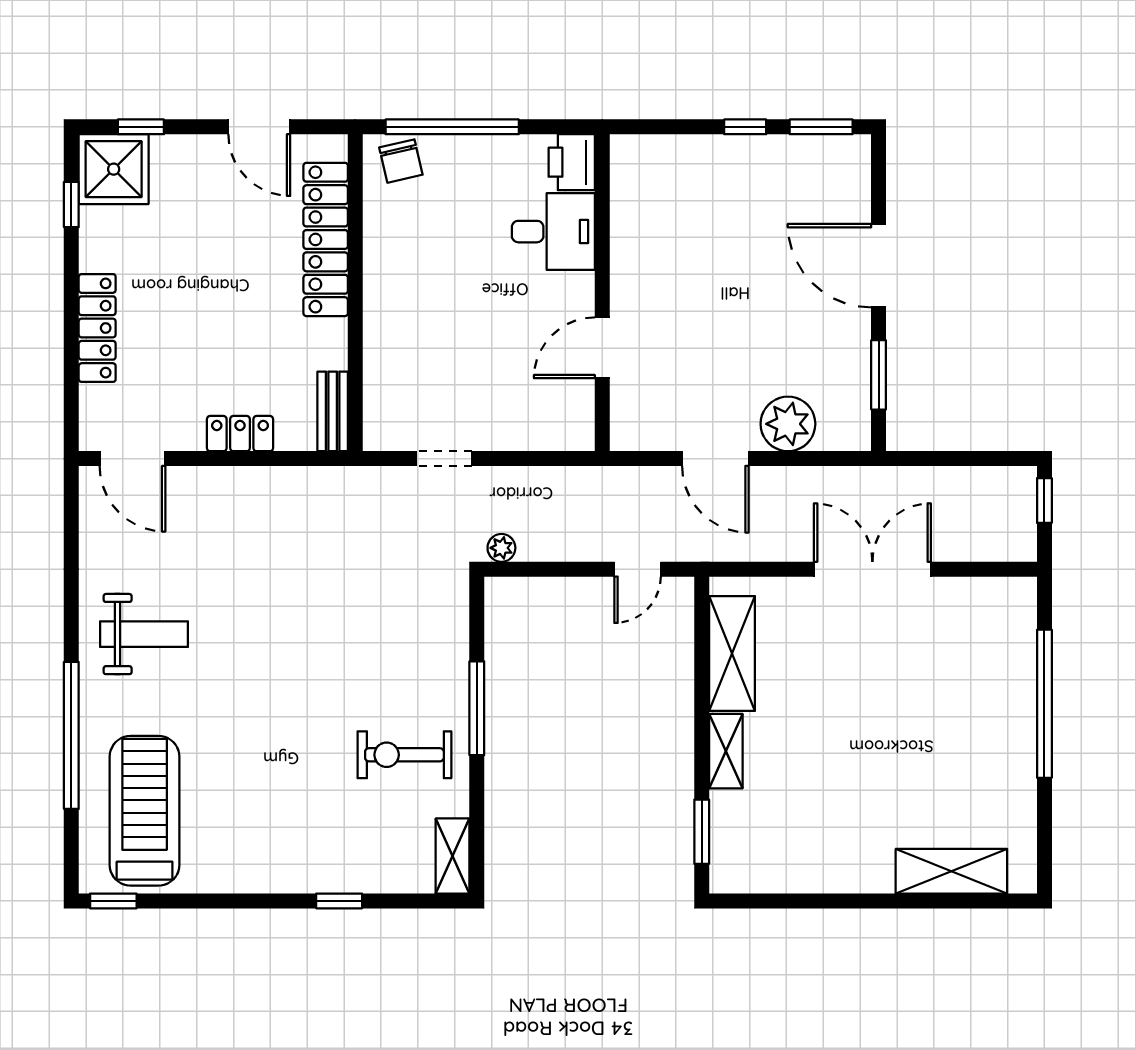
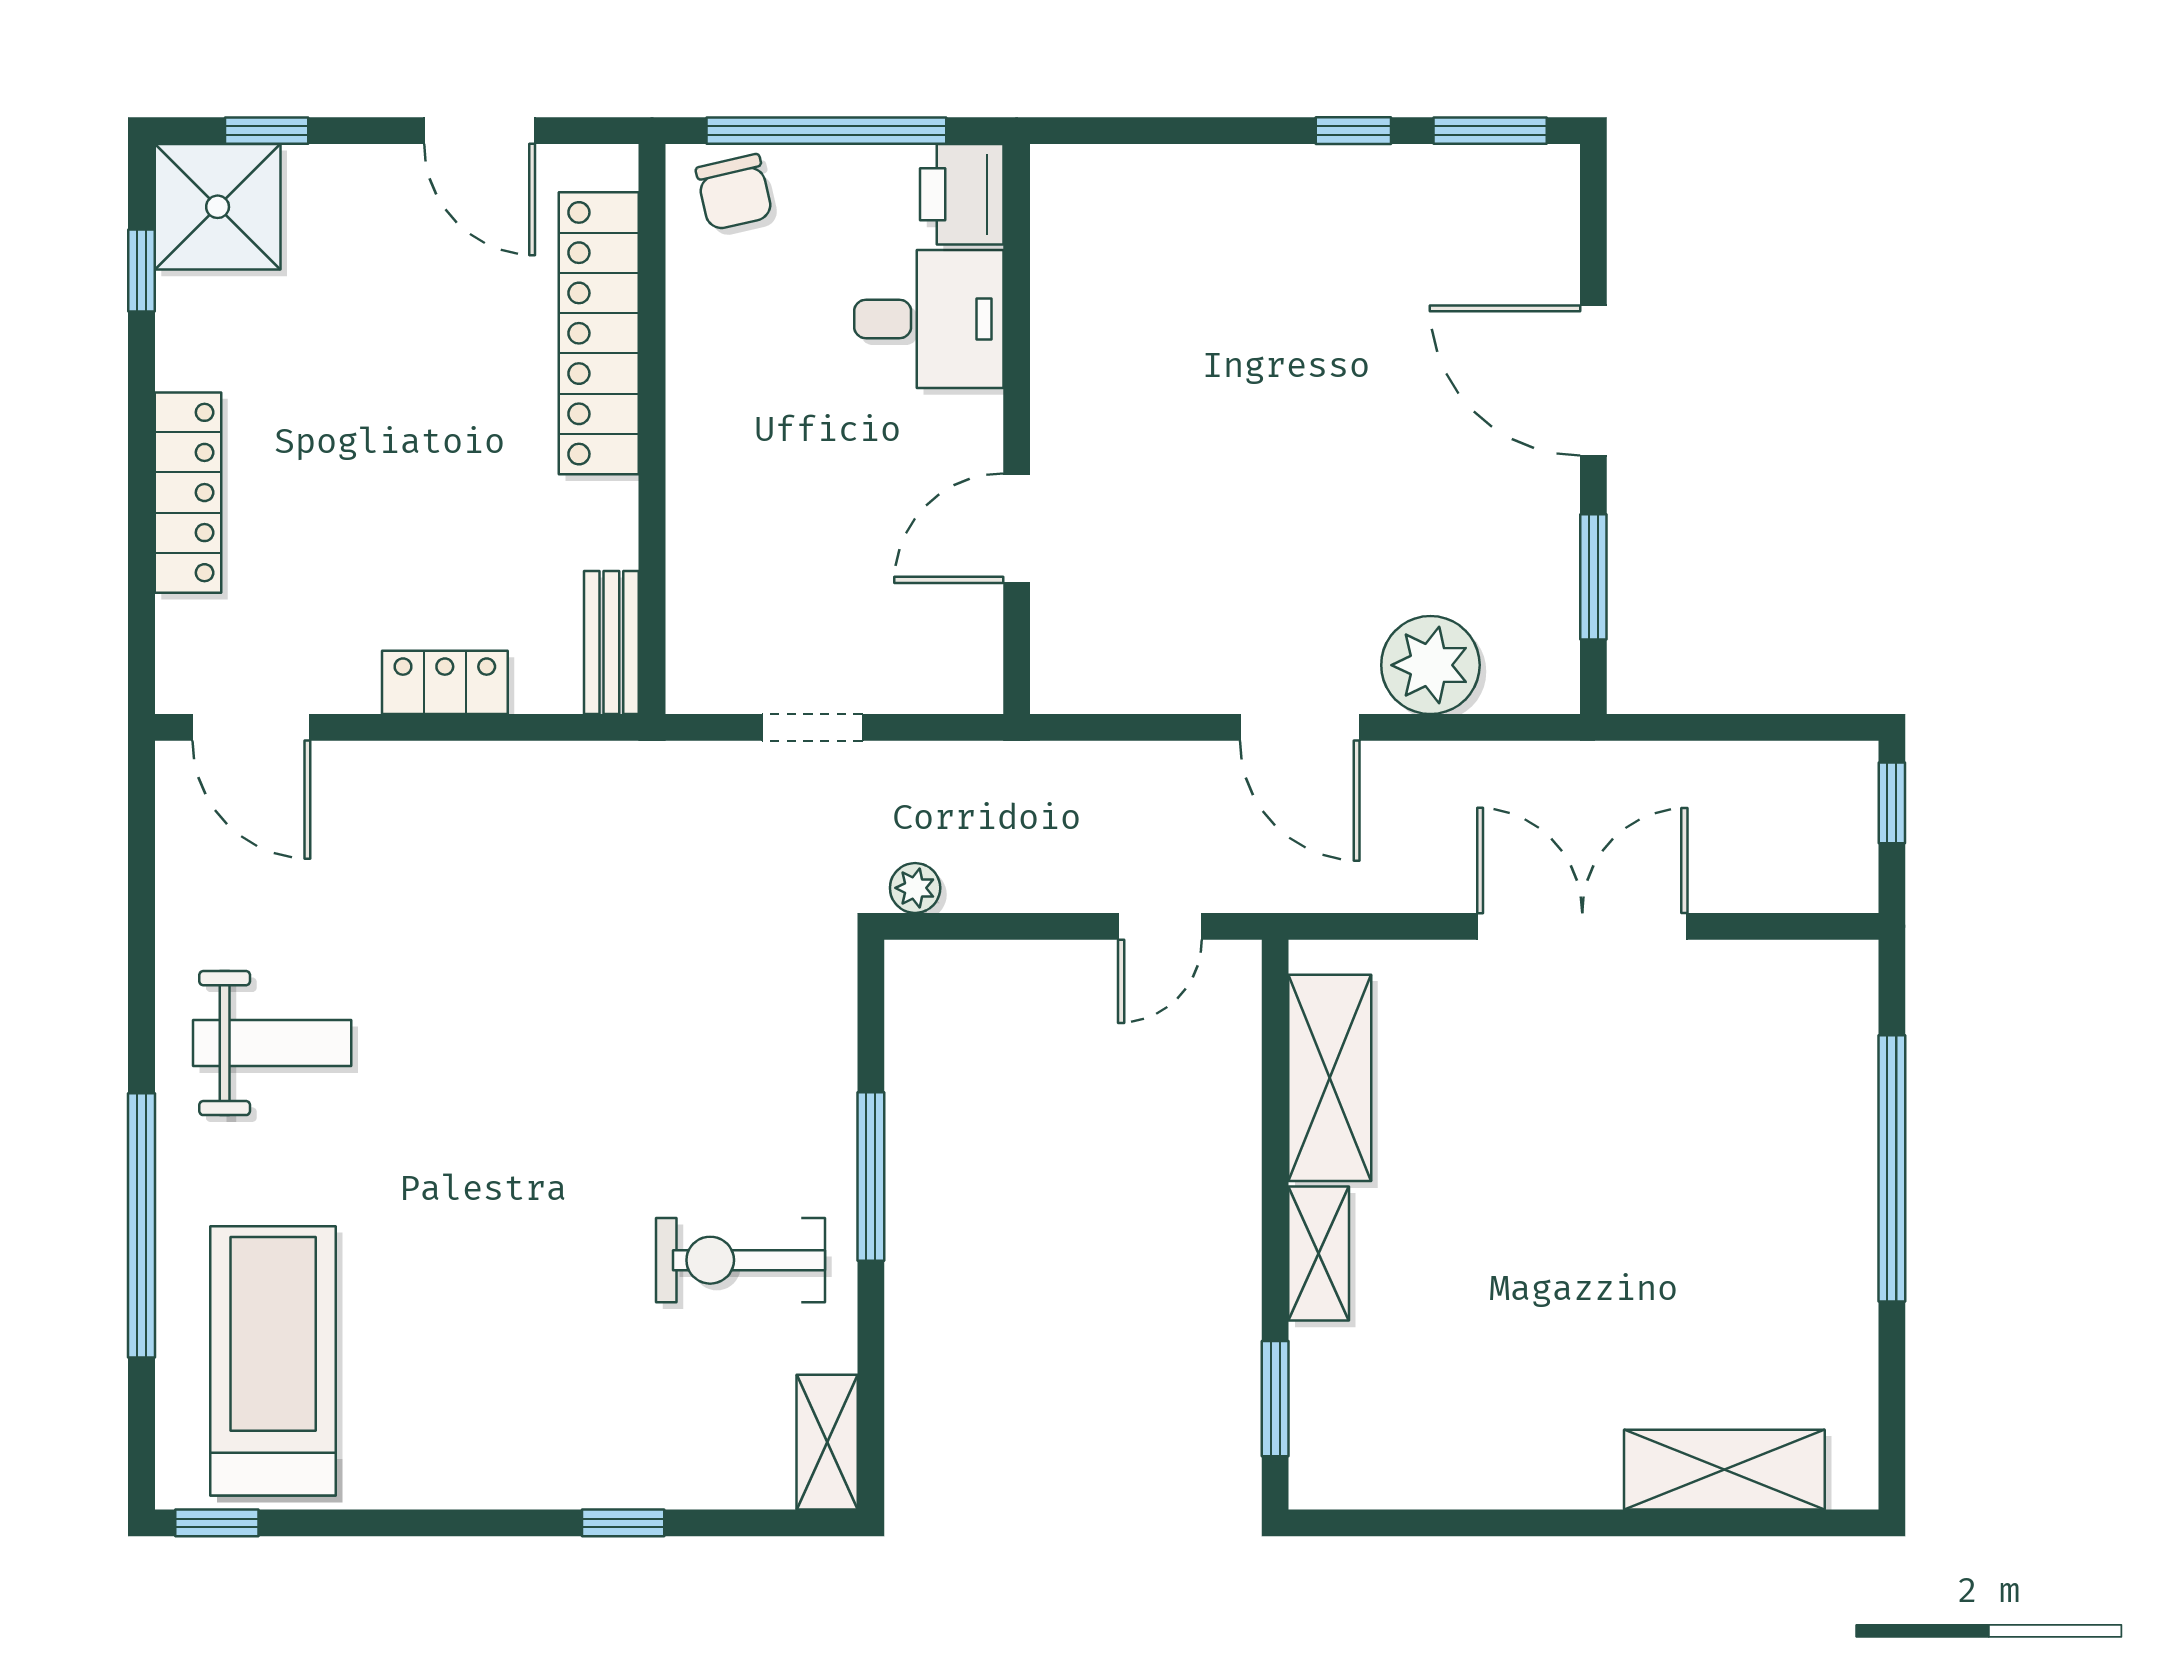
printer: (572, 162) -> (962, 194), moved
desk: (553, 232) -> (929, 319), moved
wall: (602, 293) -> (1017, 429), moved
door: (602, 348) -> (1017, 528), moved

